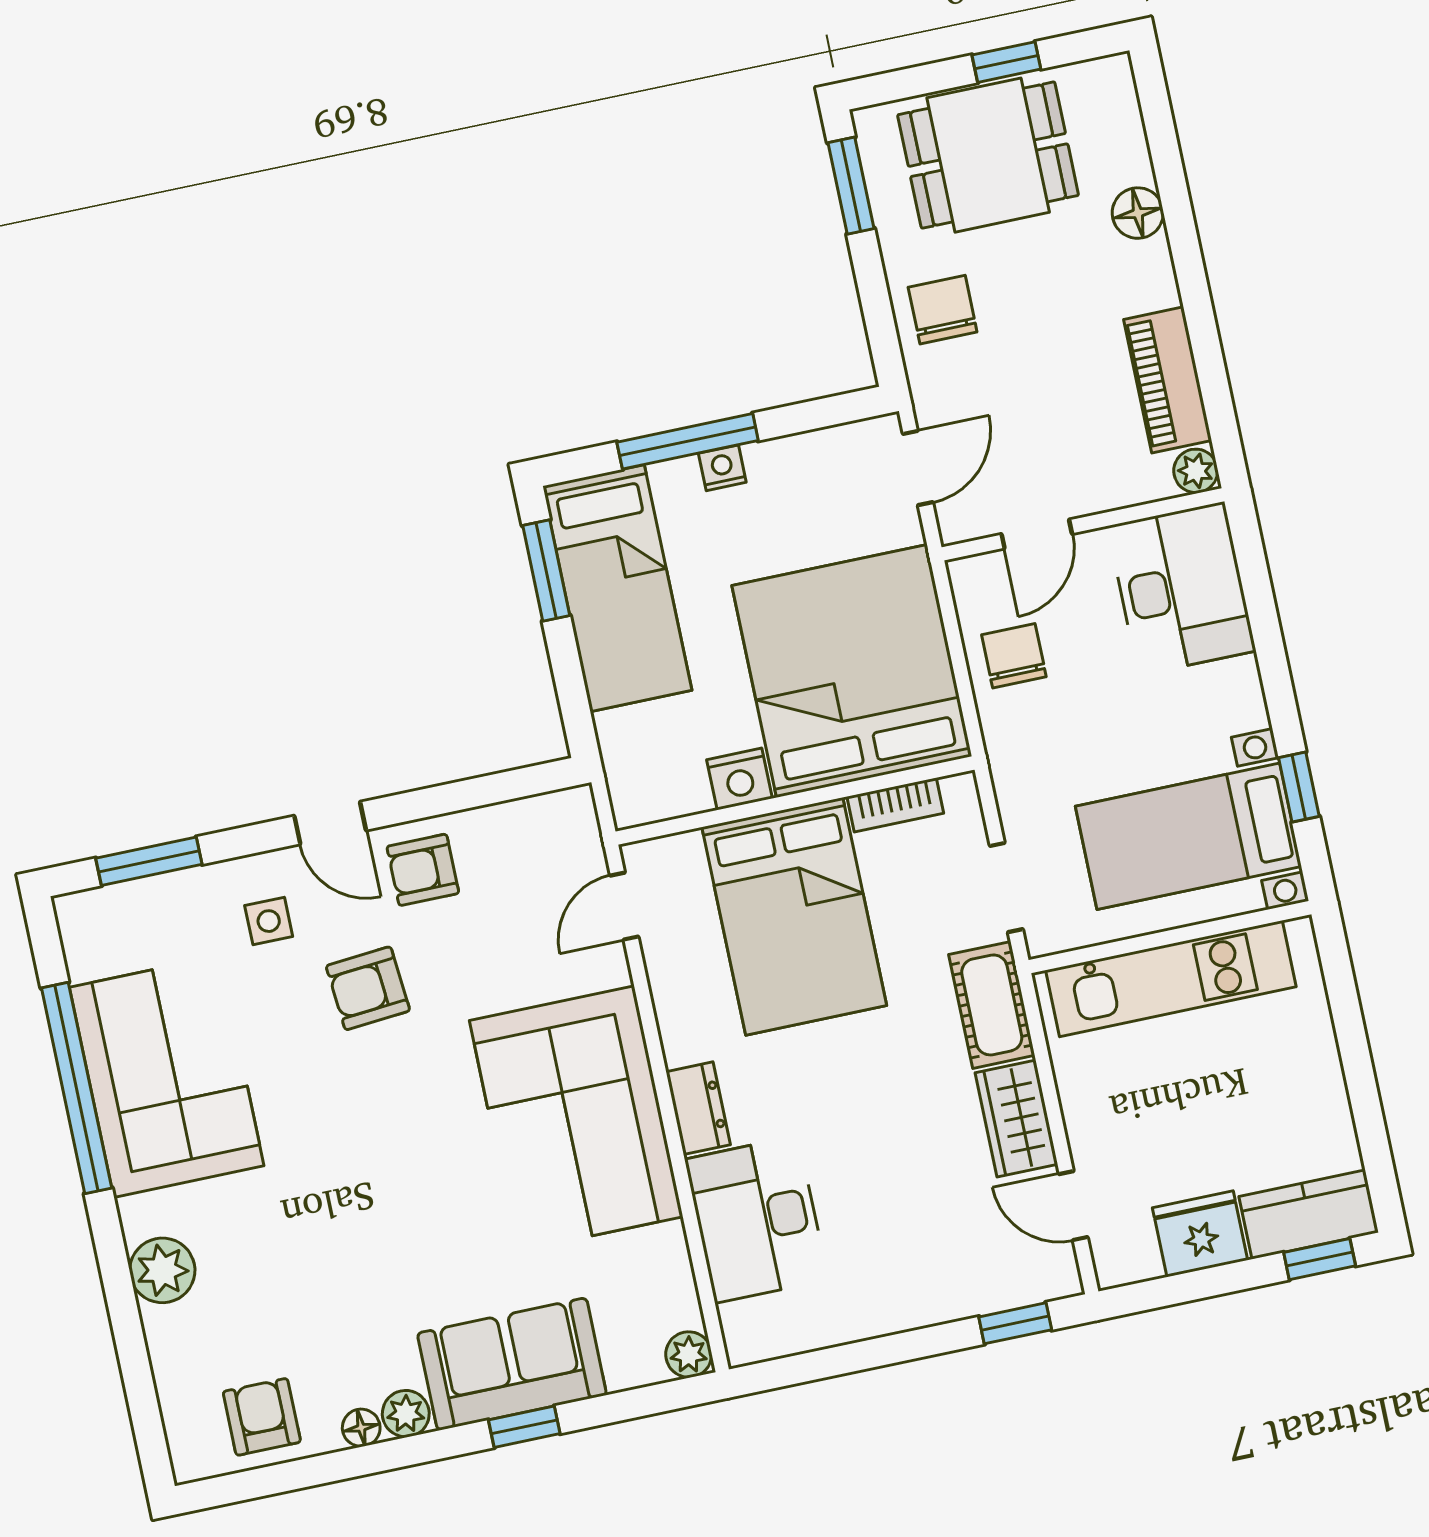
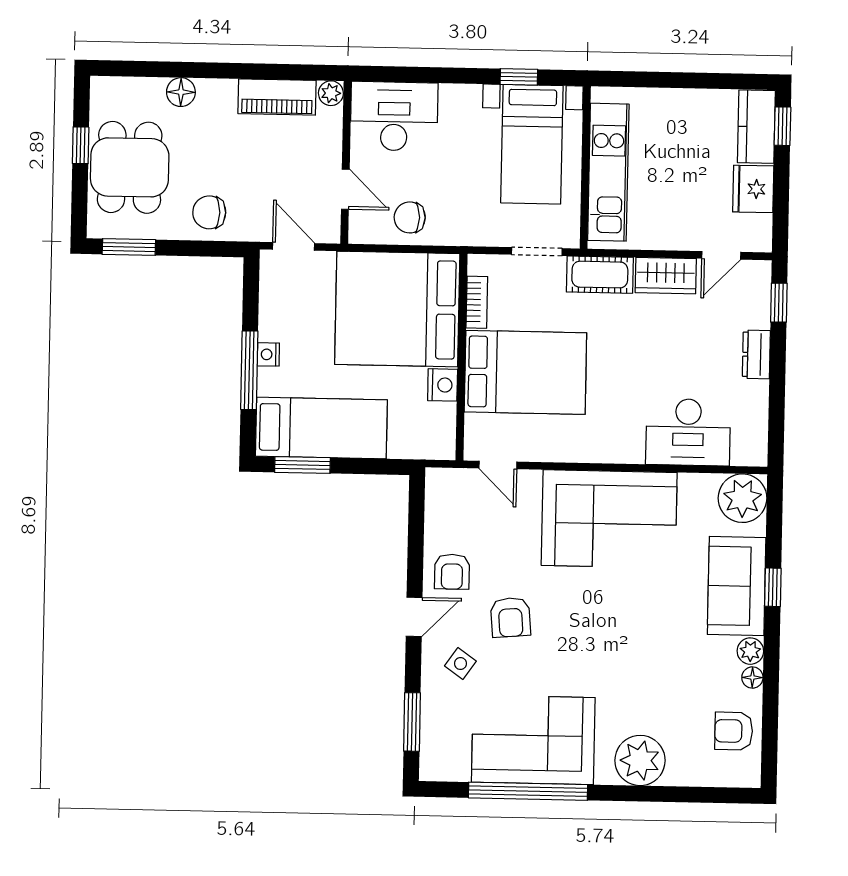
side table: (269, 921) -> (460, 663), turned 35
dresser: (698, 1108) -> (756, 354), moved, turned -90
plant: (162, 1270) -> (640, 760), width x1.36, depth x1.36
plant: (689, 1355) -> (742, 498), width x1.88, depth x1.88

